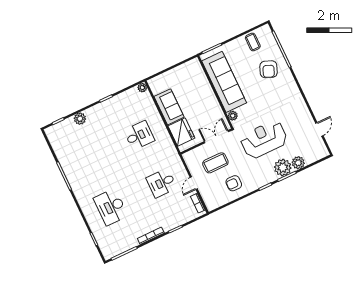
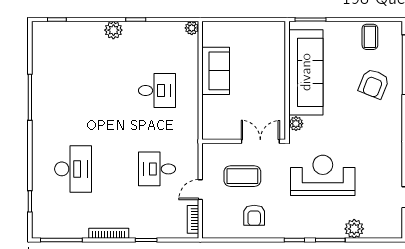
plant: (80, 119) -> (113, 30), moved
fridge: (181, 132) -> (216, 113), removed
plant: (283, 167) -> (330, 225), removed
armchair: (234, 183) -> (254, 215), turned -91
desk: (111, 207) -> (73, 169), turned 180

